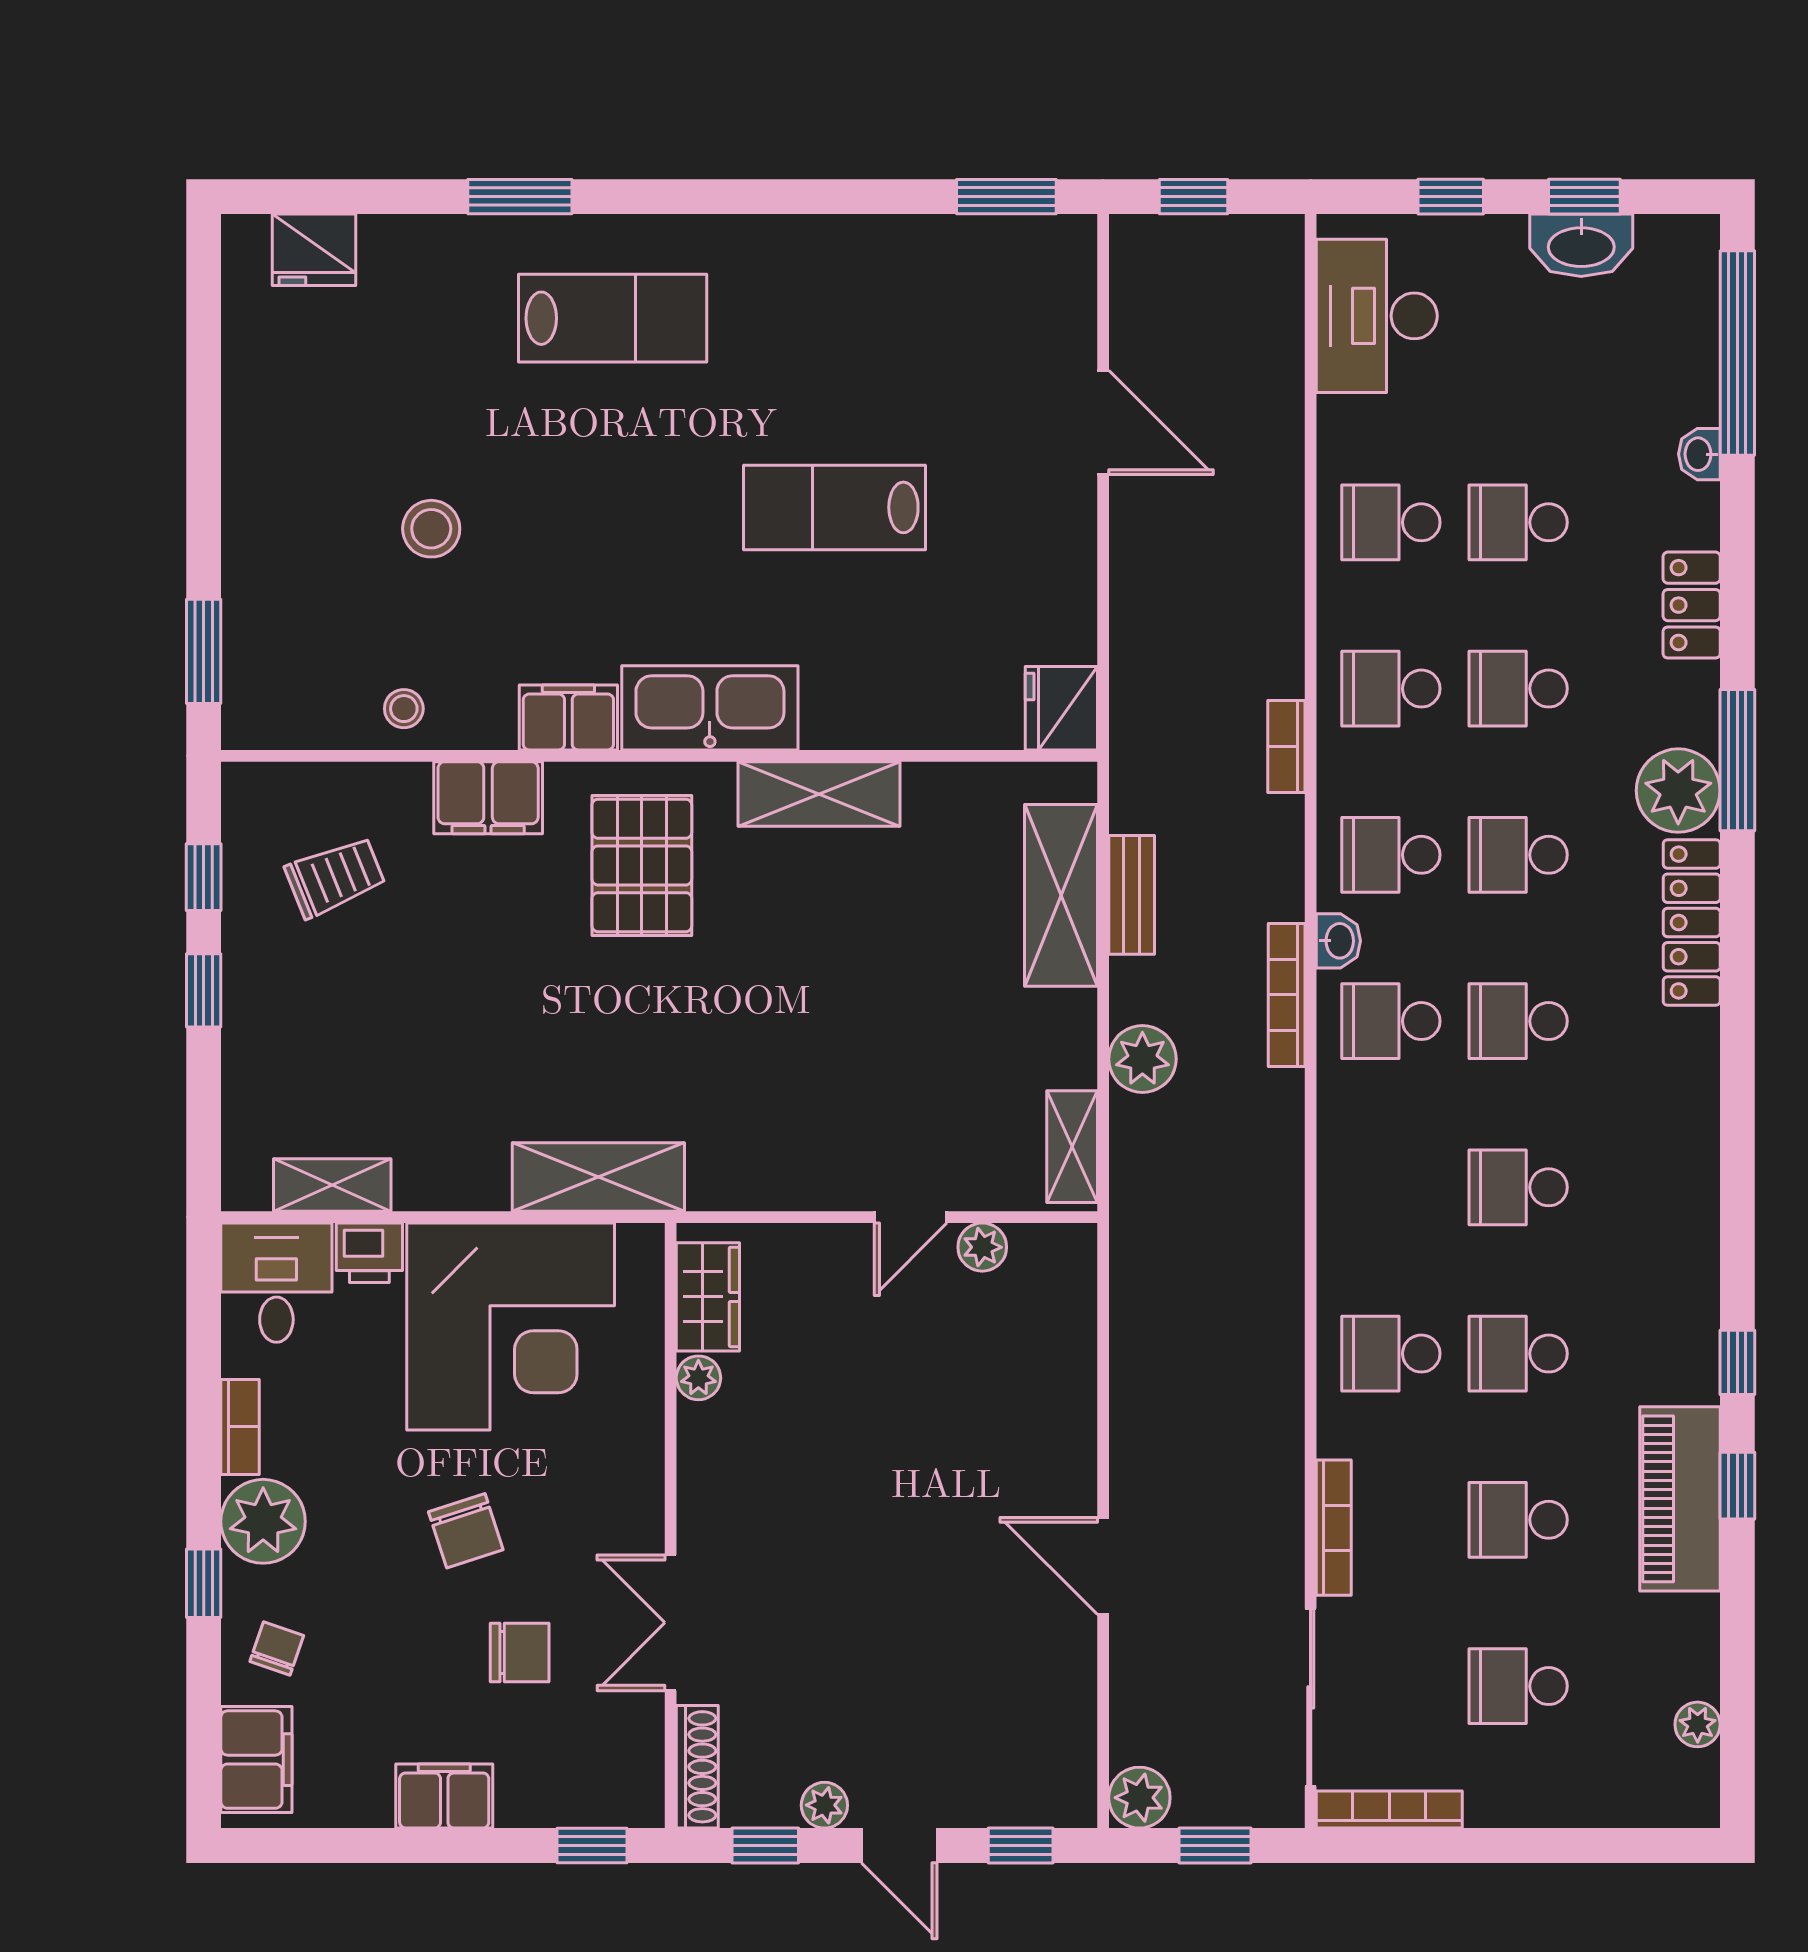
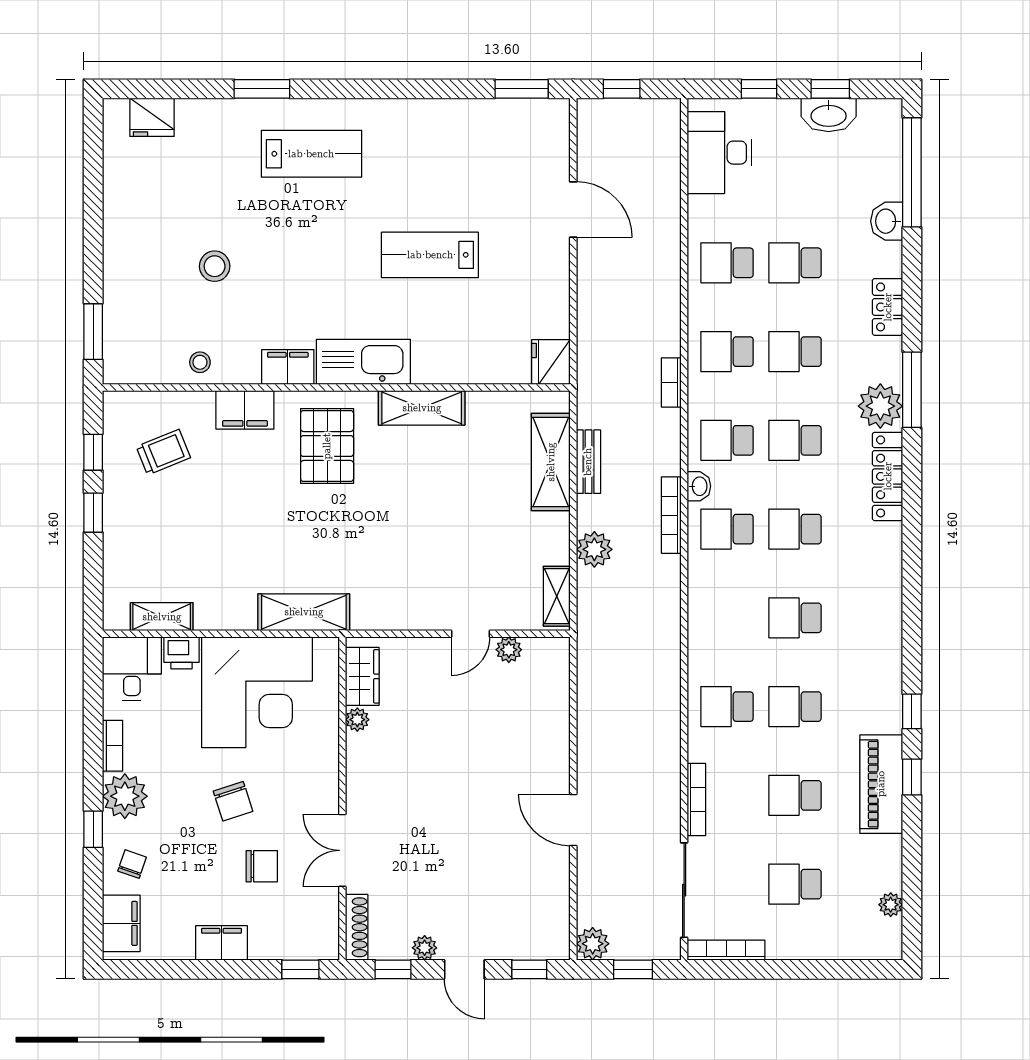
washbasin: (1699, 454) -> (887, 221), width x1.38, depth x1.45

